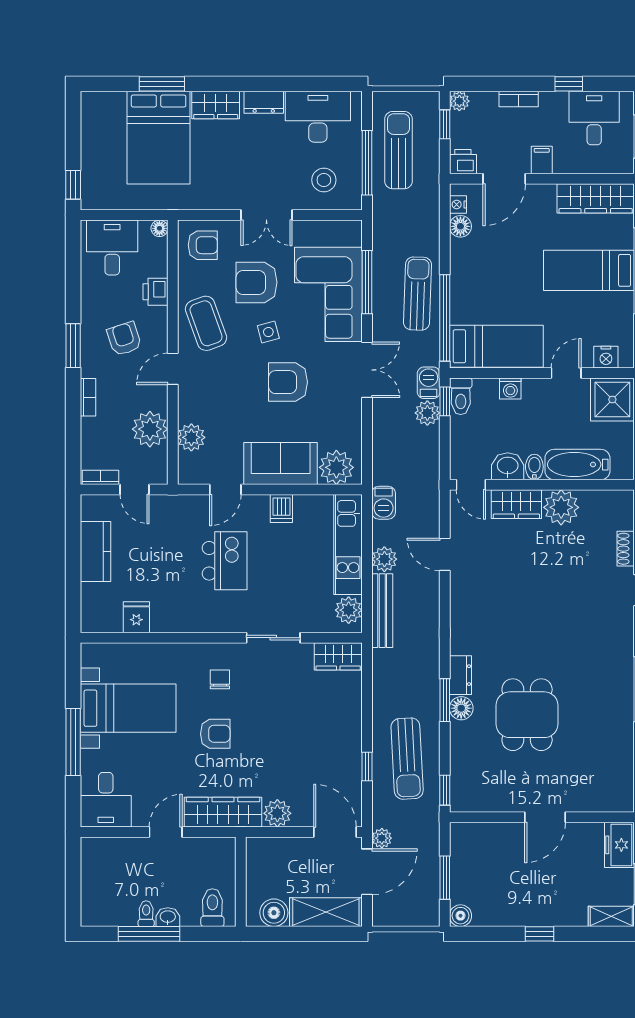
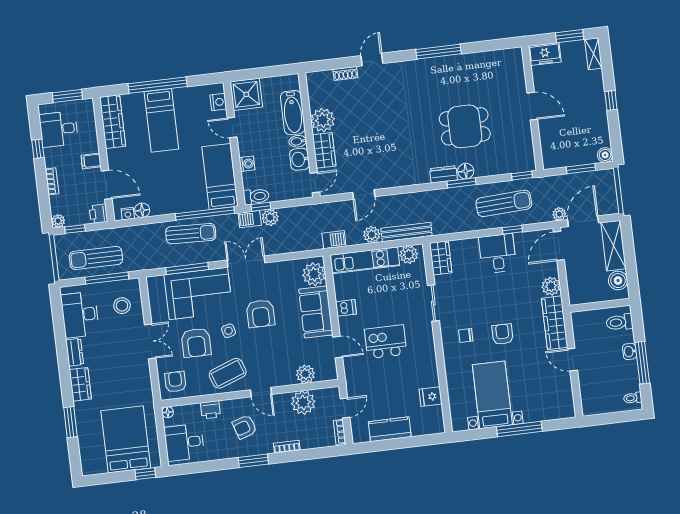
bed: (159, 138) -> (126, 439), moved, turned -90
sun lounger: (418, 294) -> (191, 234), turned 180
desk: (106, 800) -> (498, 253), moved, turned -90
door: (367, 872) -> (583, 221), hinge flipped
toilet: (146, 914) -> (633, 398), moved

